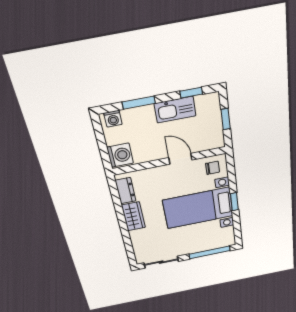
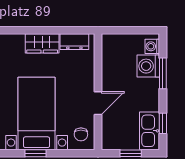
kitchen sink: (175, 110) -> (150, 131), moved
washing machine: (120, 155) -> (148, 66), moved, turned 90

